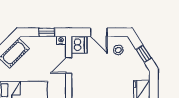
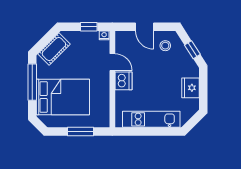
dishwasher: (79, 45) -> (123, 81), moved
door: (69, 65) -> (112, 62), swing flipped

